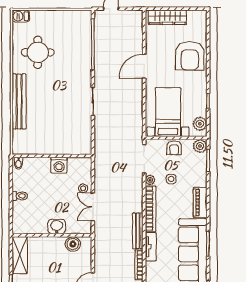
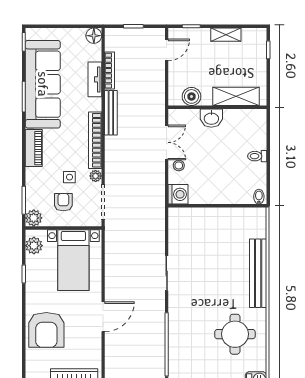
armchair: (190, 56) -> (46, 330), turned 180
armchair: (174, 148) -> (63, 202), moved
washing machine: (59, 165) -> (178, 194), moved, turned 90
tv unit: (151, 247) -> (95, 79), moved
shelving: (20, 255) -> (236, 96), moved, turned 90

